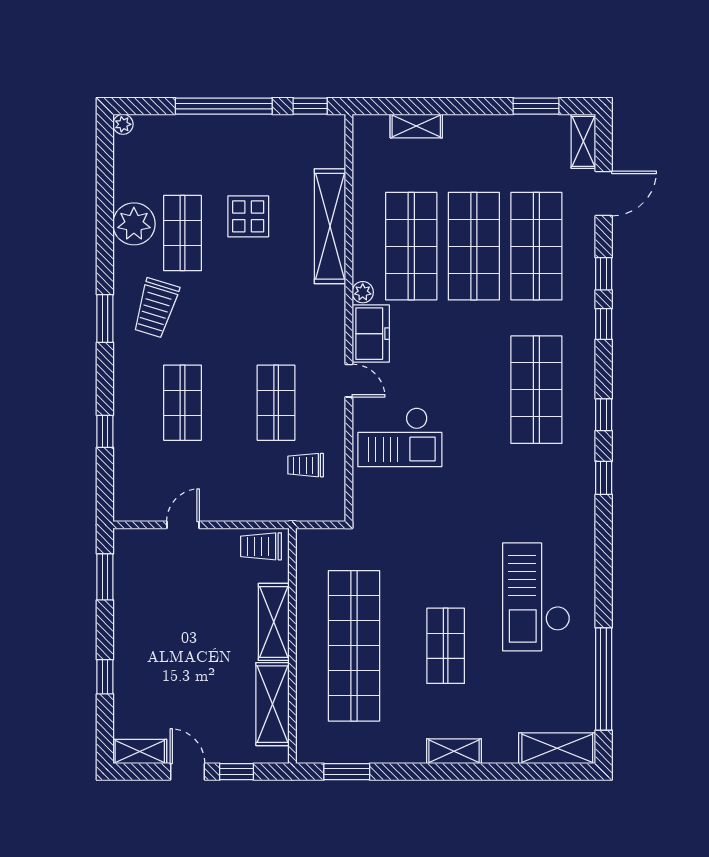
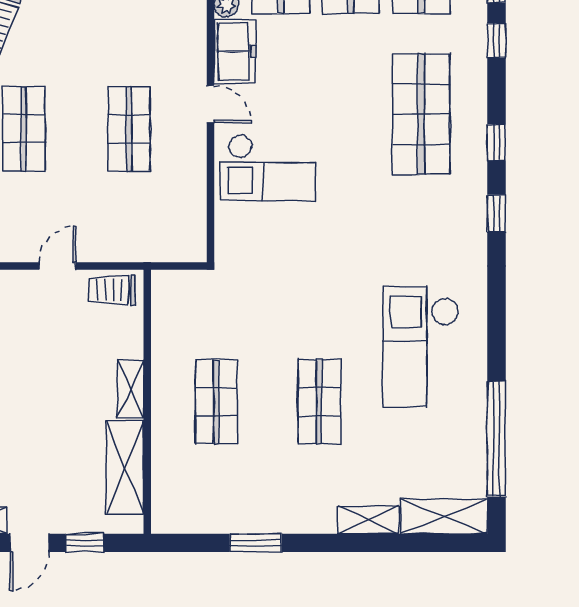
trolley: (306, 465) -> (162, 199), removed
door: (183, 525) -> (58, 266), moved
shelving: (274, 622) -> (131, 389), width x0.67, depth x0.75
shop shelf: (354, 646) -> (216, 402), width x0.50, depth x0.74
shelving: (454, 751) -> (368, 520), moved
door: (187, 772) -> (29, 543), swing flipped
window: (347, 772) -> (256, 543), moved

